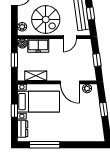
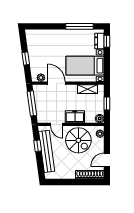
spiral stairs: (46, 20) -> (78, 140), turned 180
door: (70, 37) -> (57, 124), swing flipped
freezer: (38, 46) -> (75, 117), moved
window: (97, 60) -> (32, 103), width x2.17
window: (14, 111) -> (107, 41), moved

